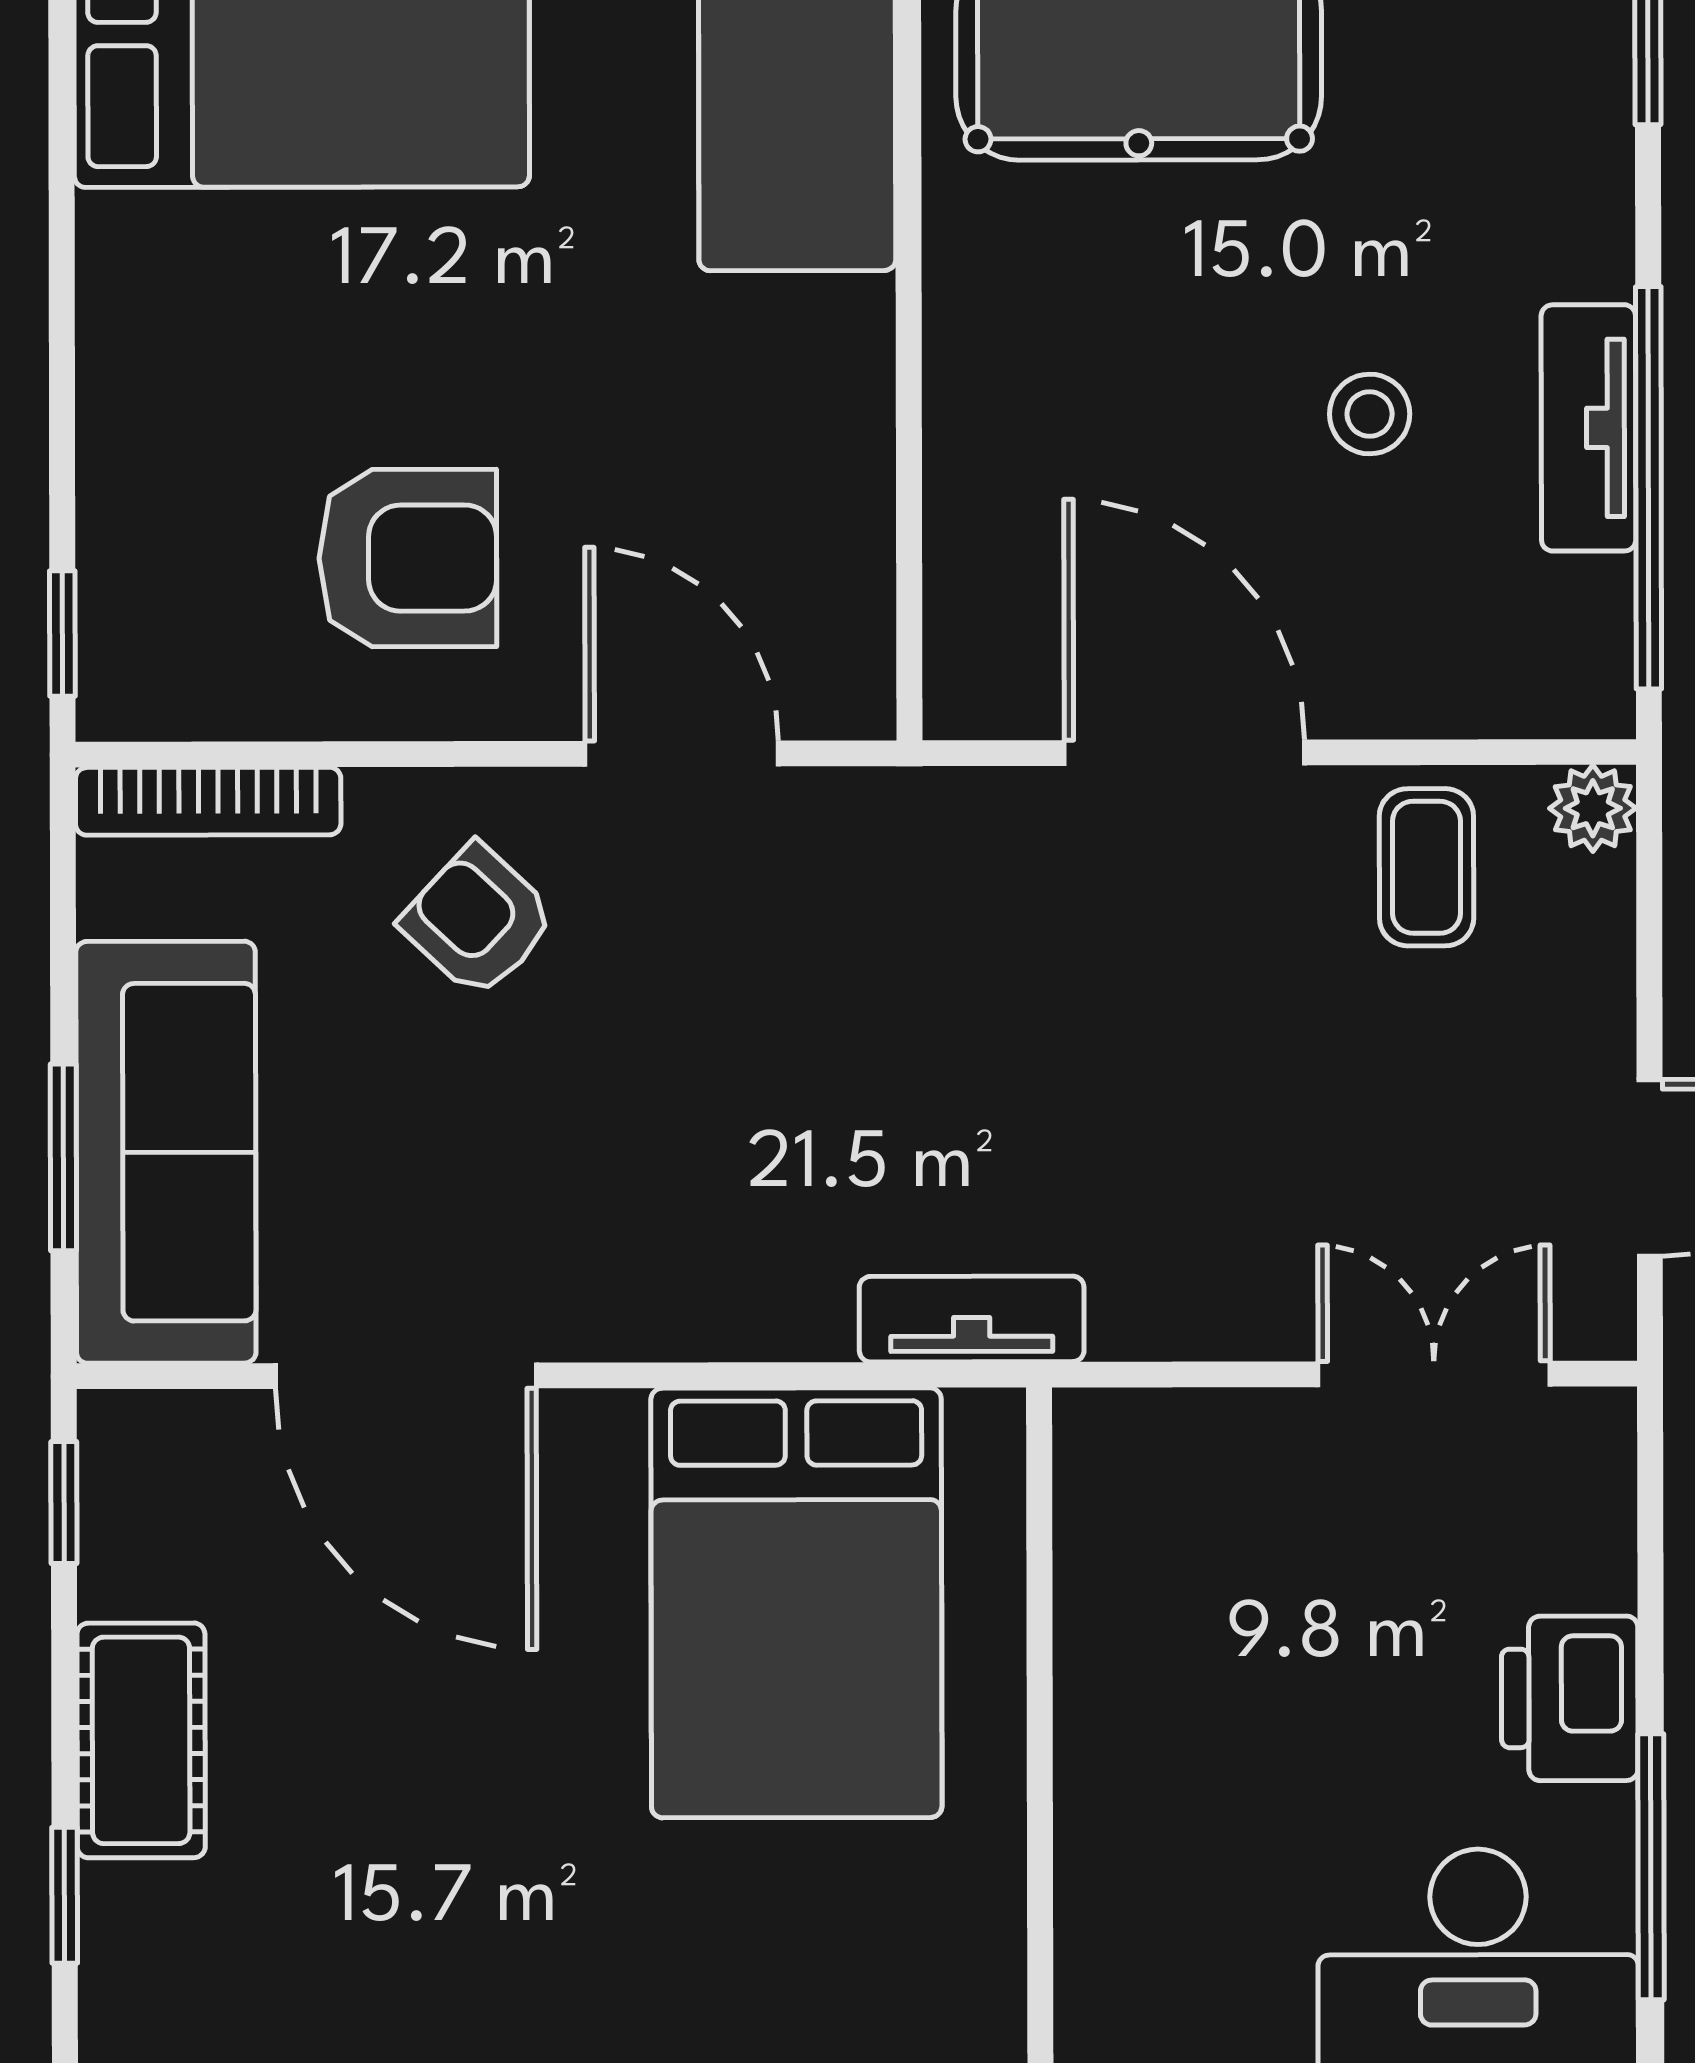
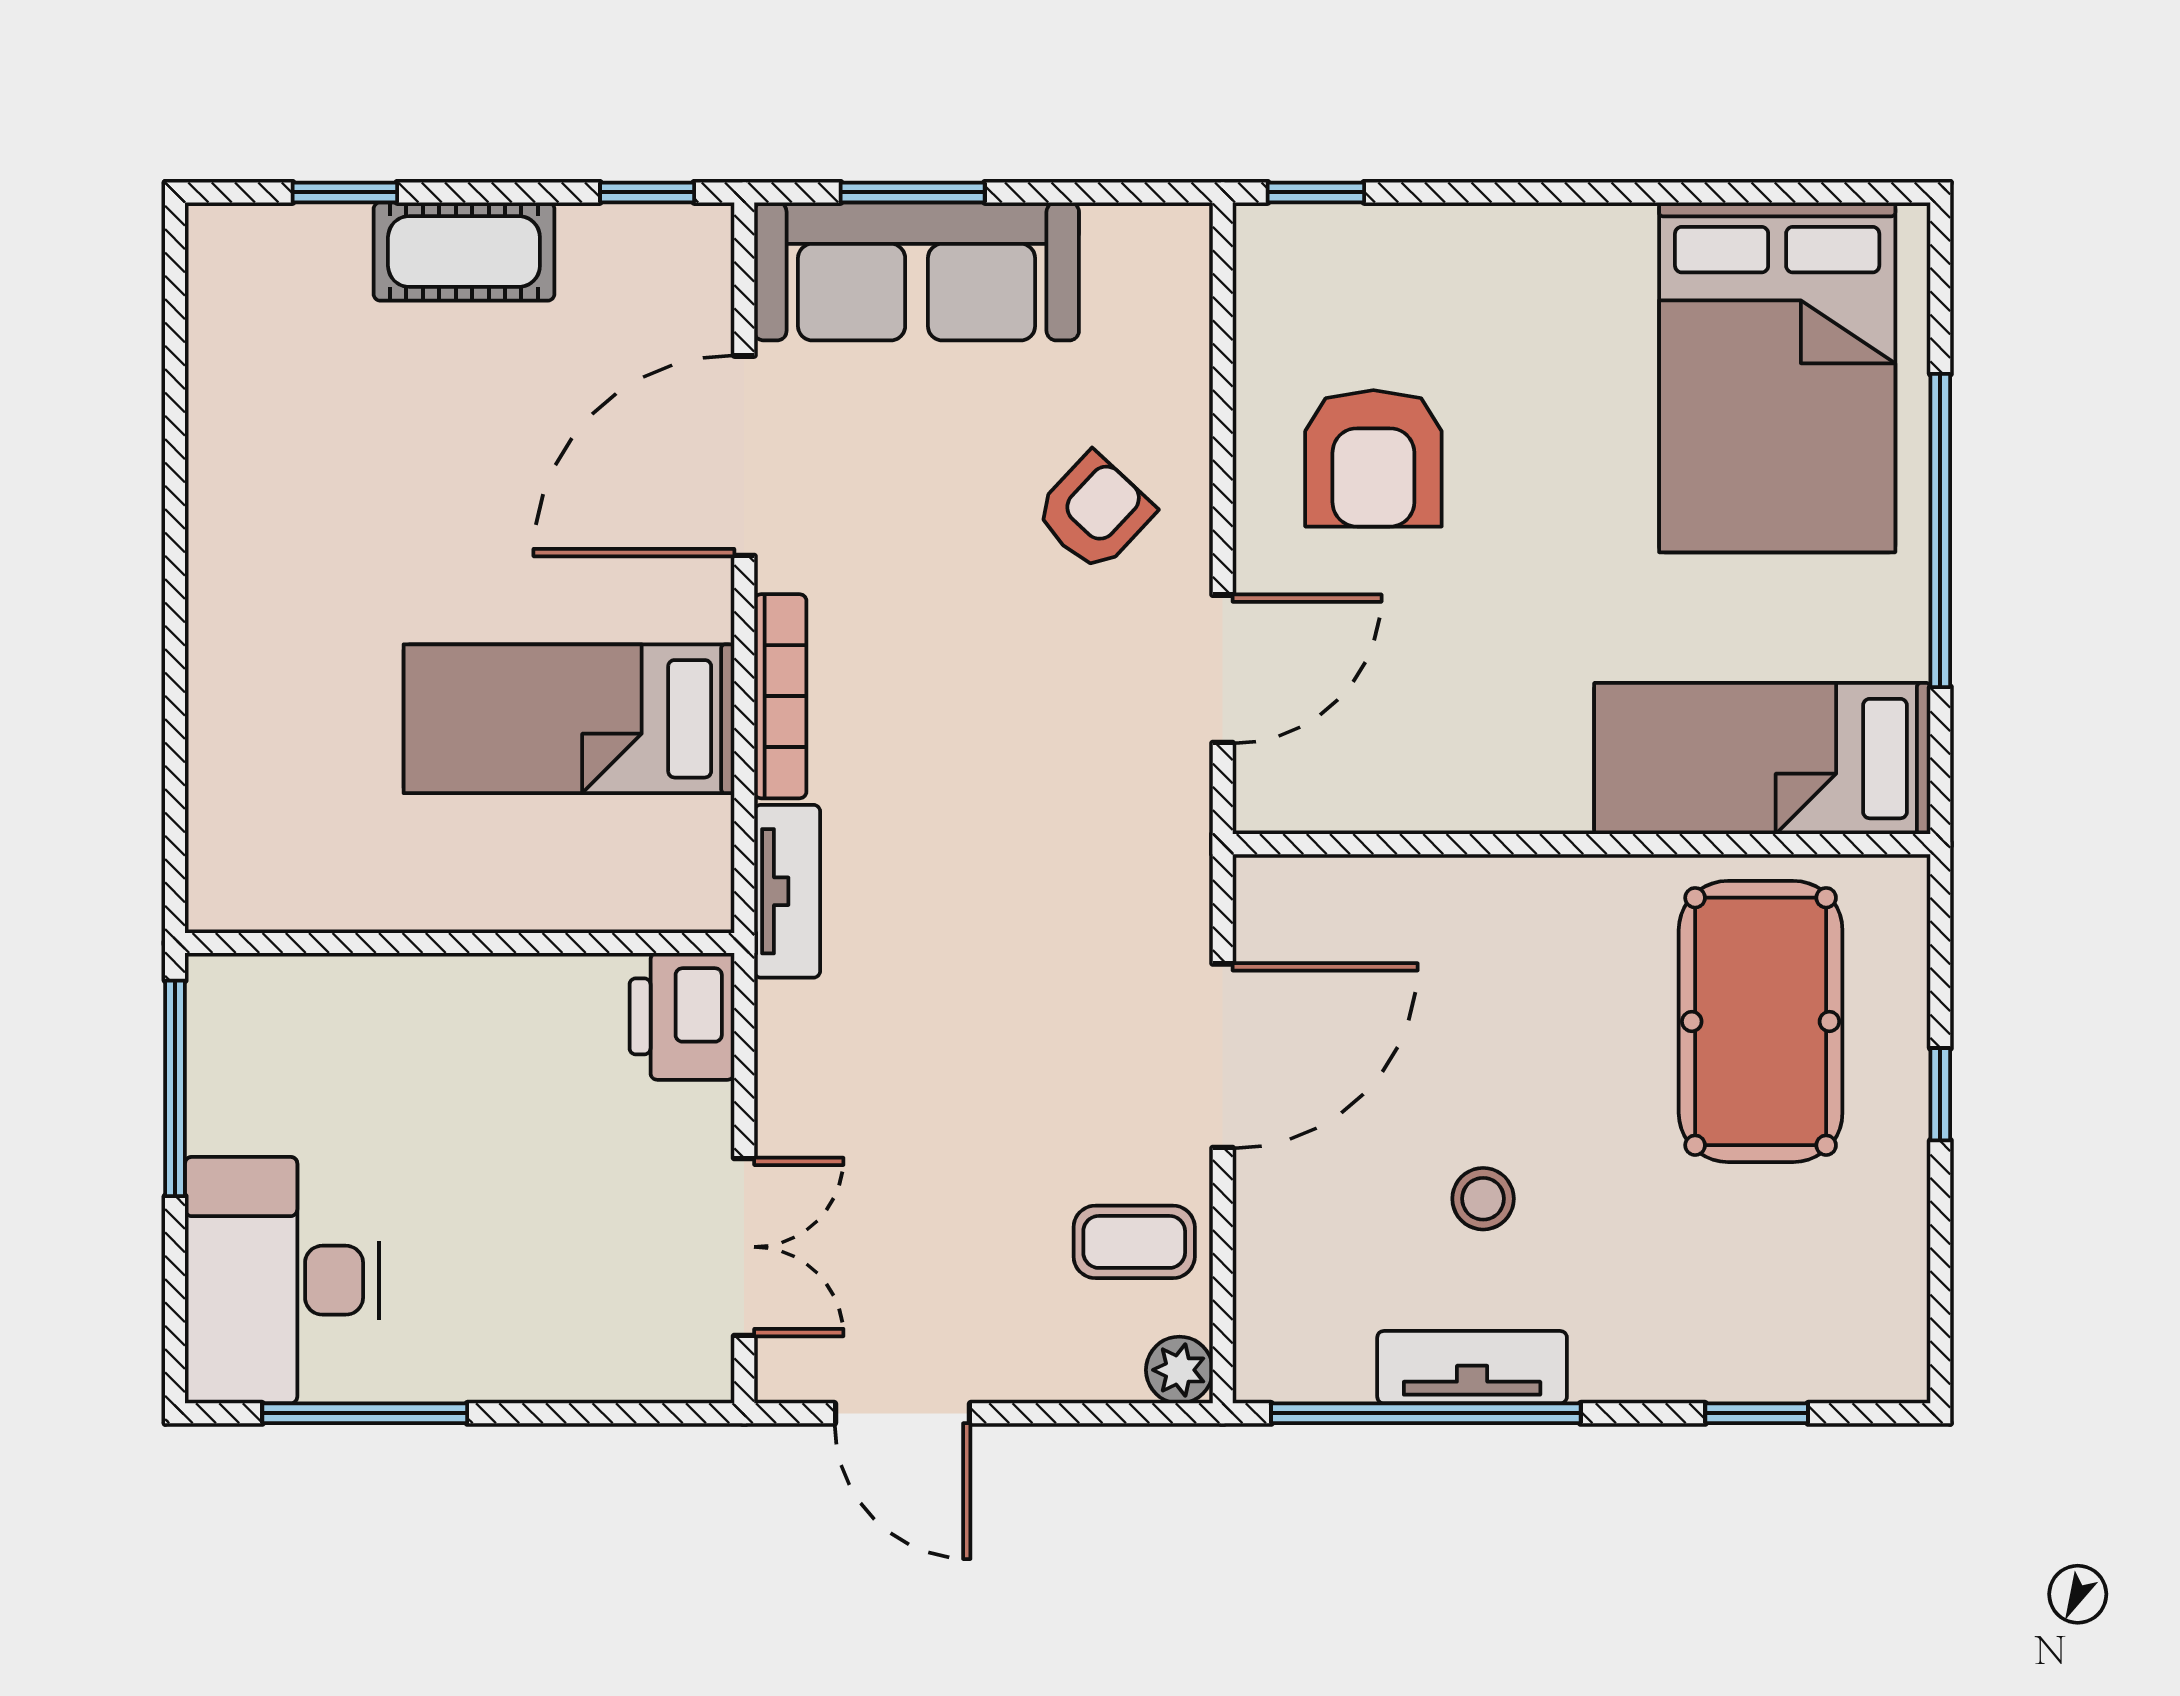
bookcase: (208, 801) -> (780, 696), moved, turned 180
bed: (796, 1603) -> (569, 719), width x0.67
printer: (1570, 1698) -> (682, 1016), moved, turned -90

